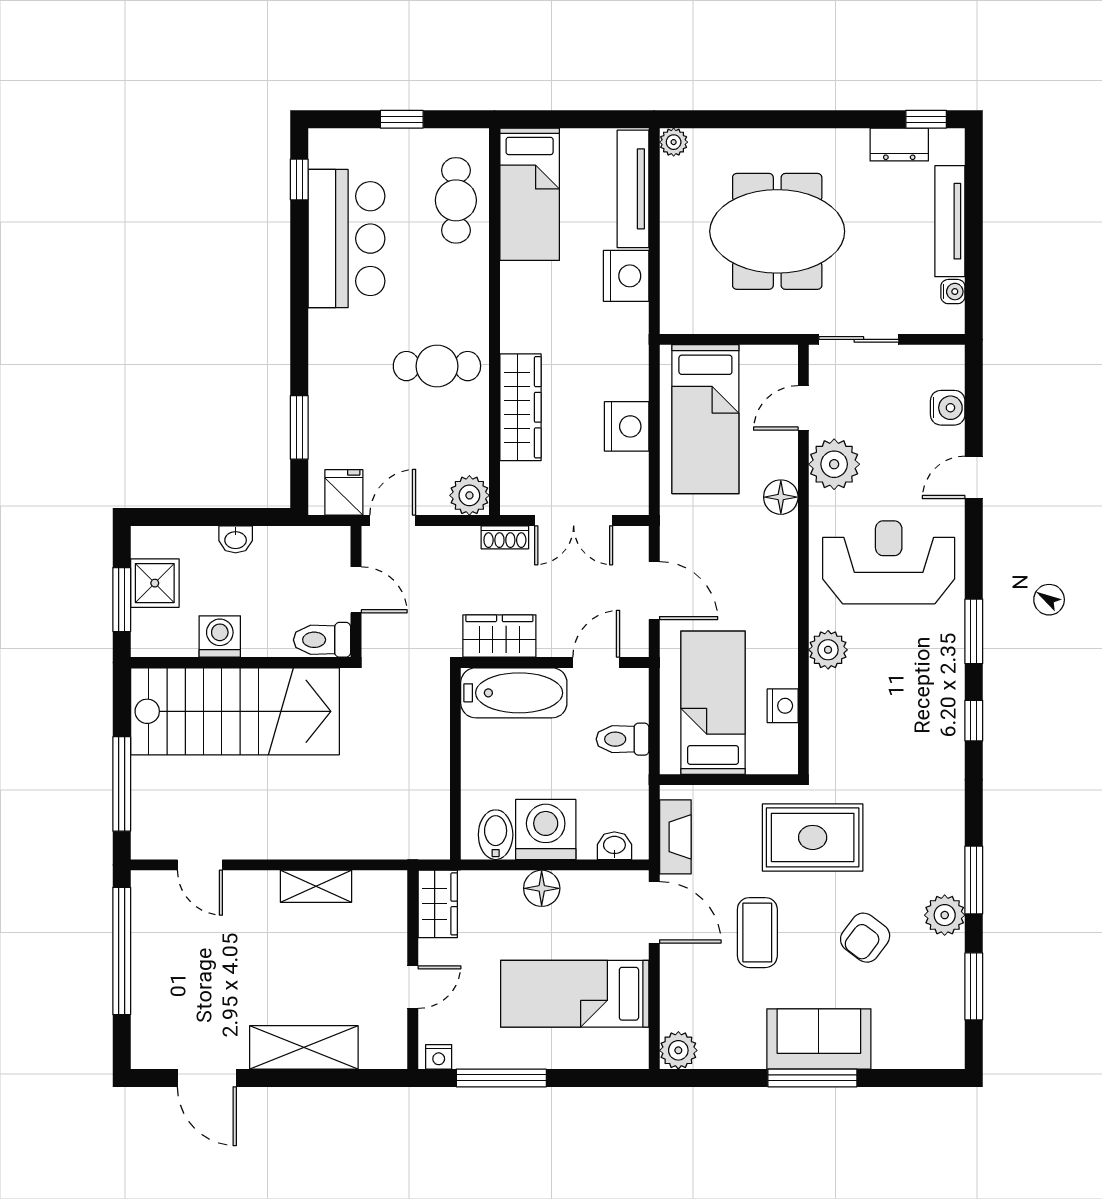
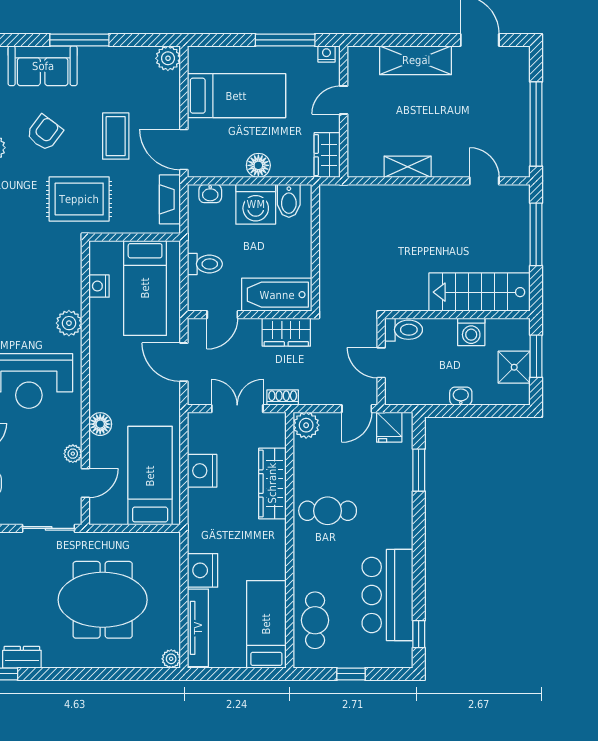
plant: (834, 464) -> (73, 454), width x0.53, depth x0.53
stairs: (235, 711) -> (480, 292), width x0.73, depth x0.66
sofa: (819, 1039) -> (43, 66), moved

